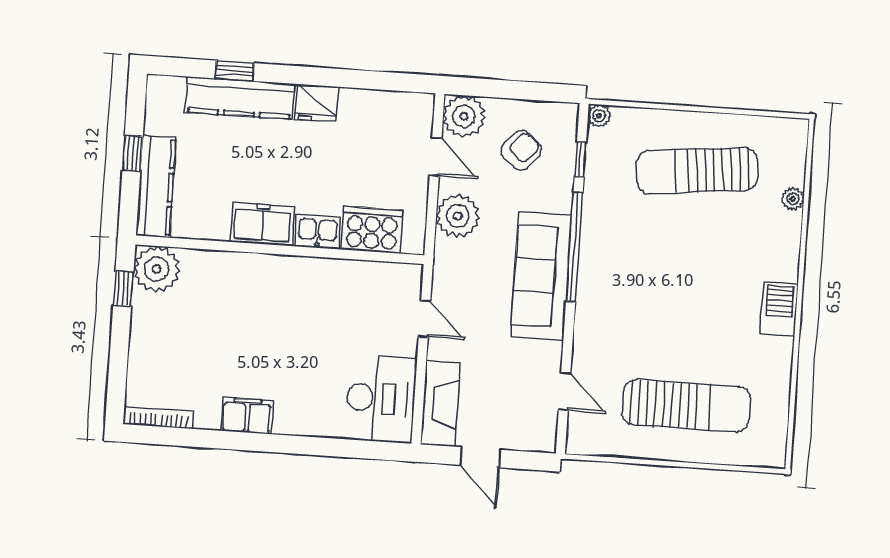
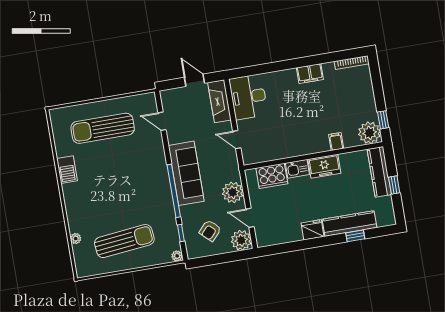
filing cabinet: (227, 268) -> (336, 142), added
barbecue: (779, 309) -> (67, 170), moved

